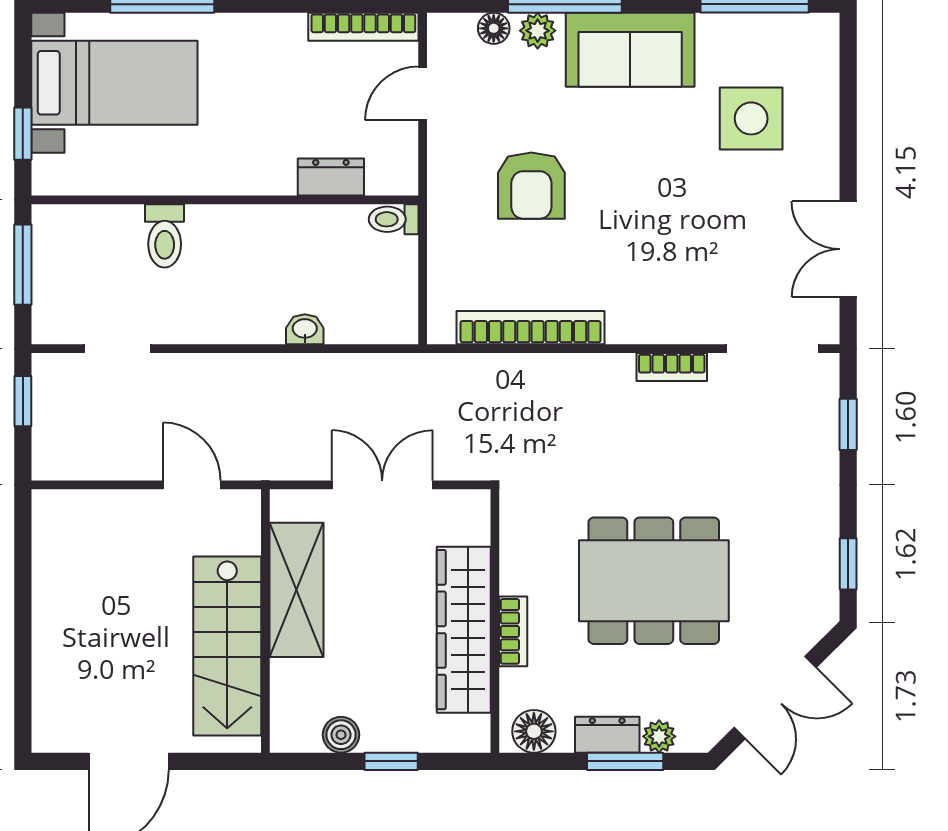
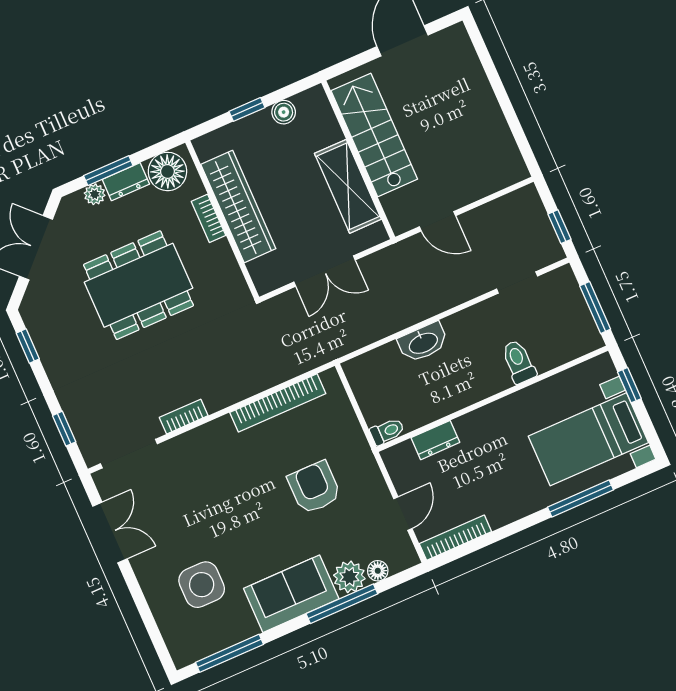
plant: (538, 31) -> (349, 577), width x1.38, depth x1.38
washbasin: (305, 329) -> (423, 343), width x1.91, depth x1.45
floor lamp: (534, 731) -> (167, 171), width x1.38, depth x1.38

